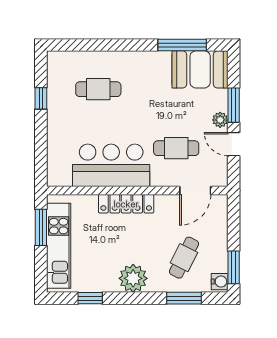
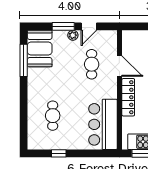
bar counter: (111, 165) -> (103, 124), moved
door: (195, 190) -> (119, 66), moved

